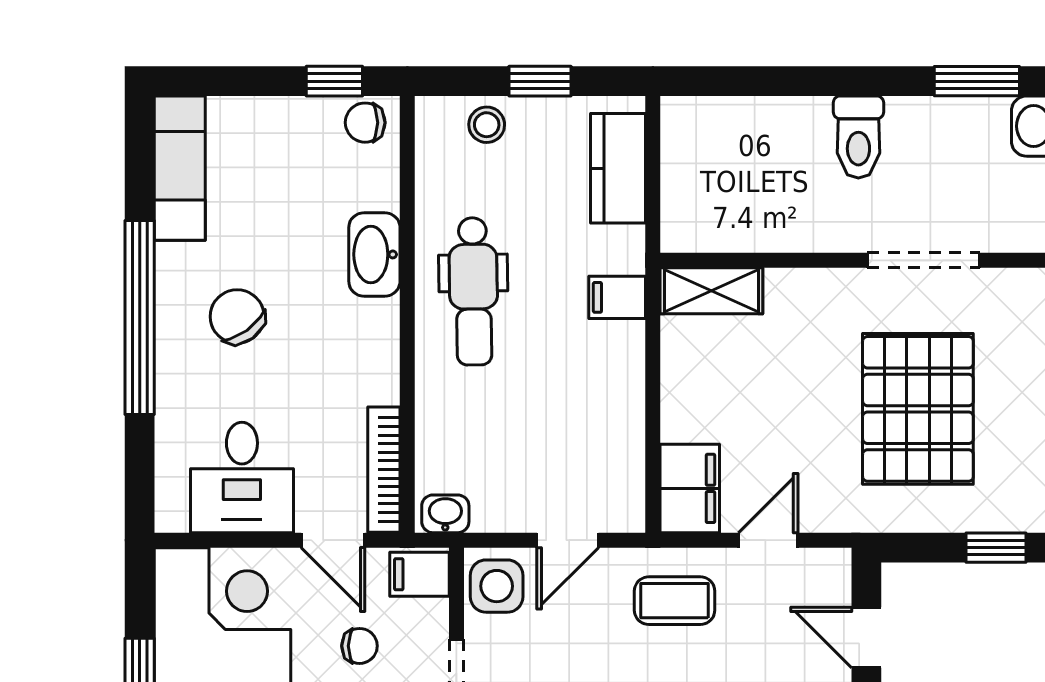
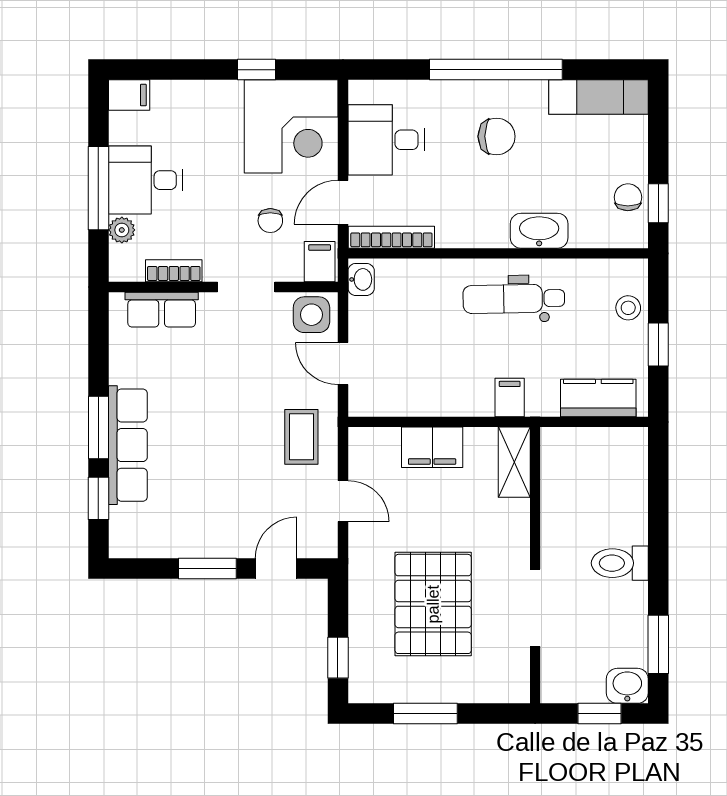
chair: (365, 123) -> (628, 197), moved
chair: (237, 317) -> (497, 136), turned 36
pallet: (918, 409) -> (433, 604), turned 90
filing cabinet: (690, 488) -> (432, 447), moved

